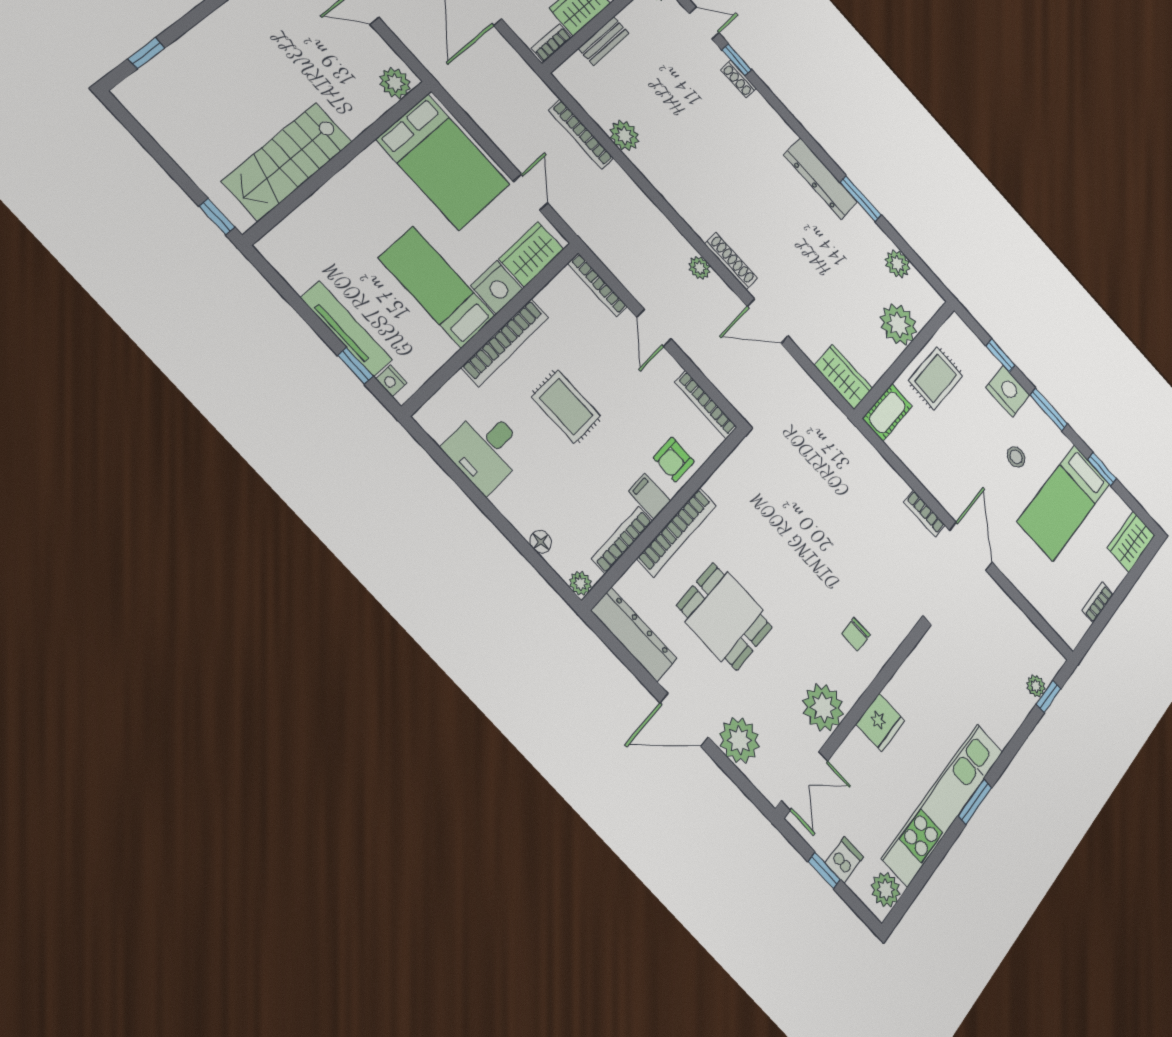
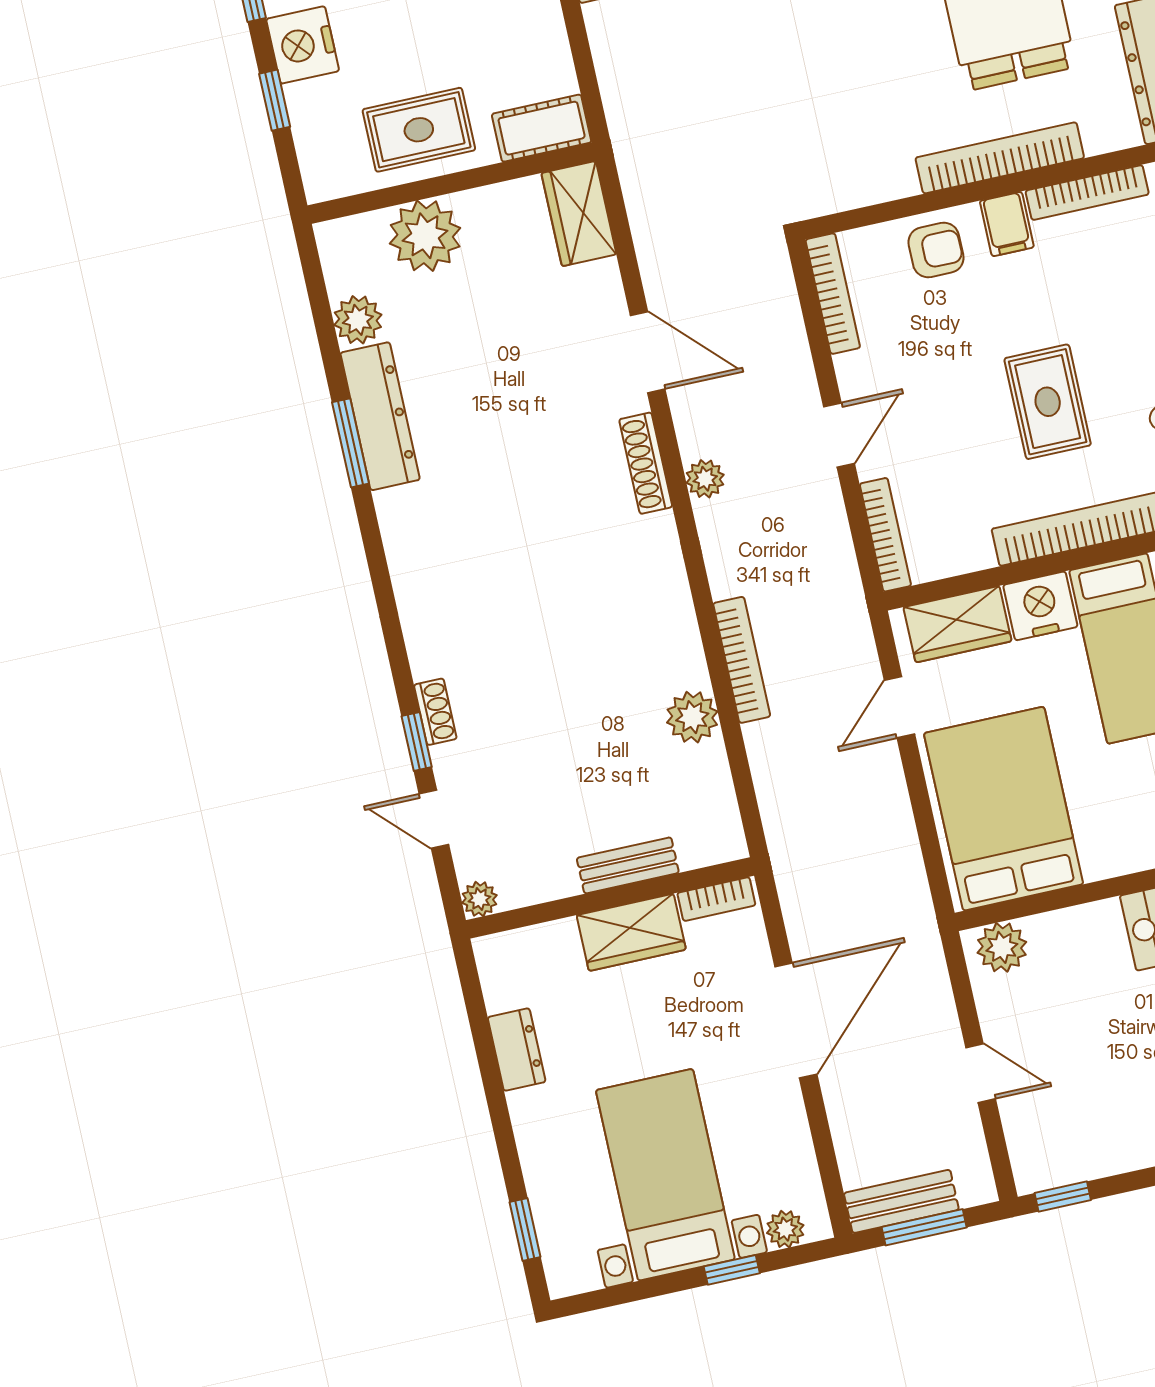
bookcase: (581, 134) -> (742, 660), moved
dresser: (821, 178) -> (380, 416), moved

